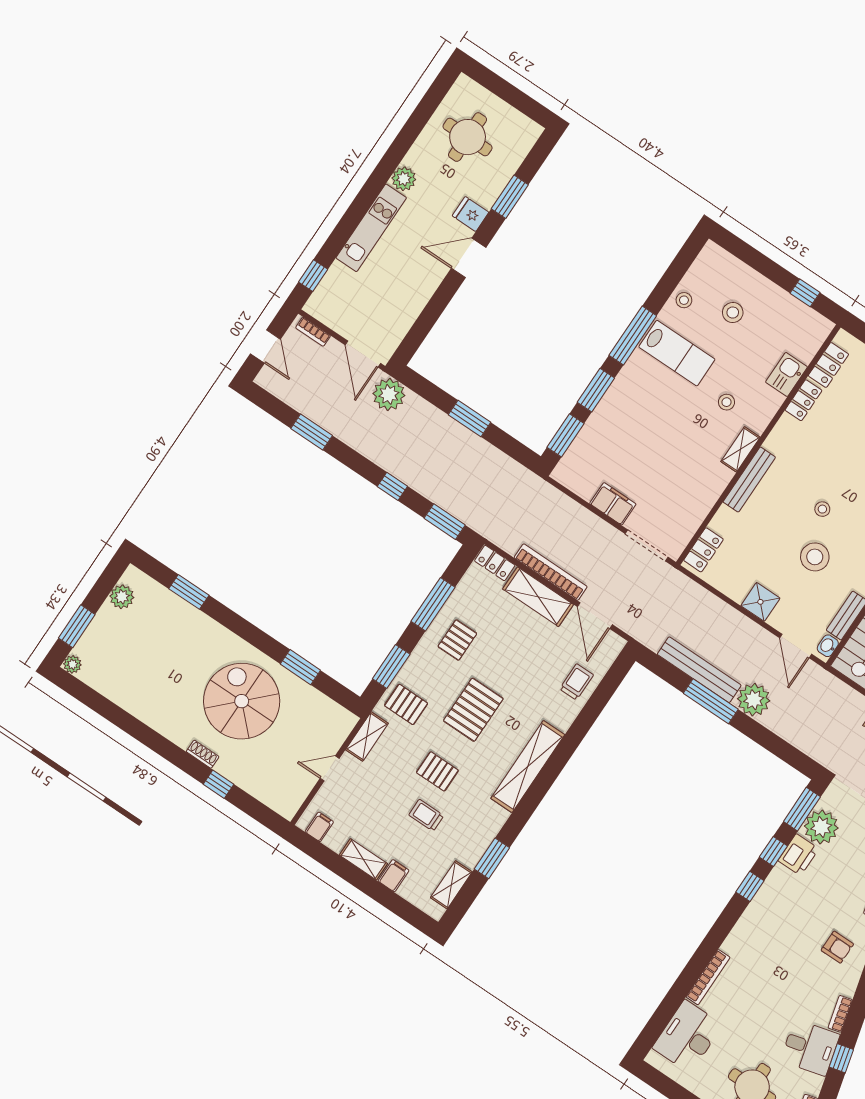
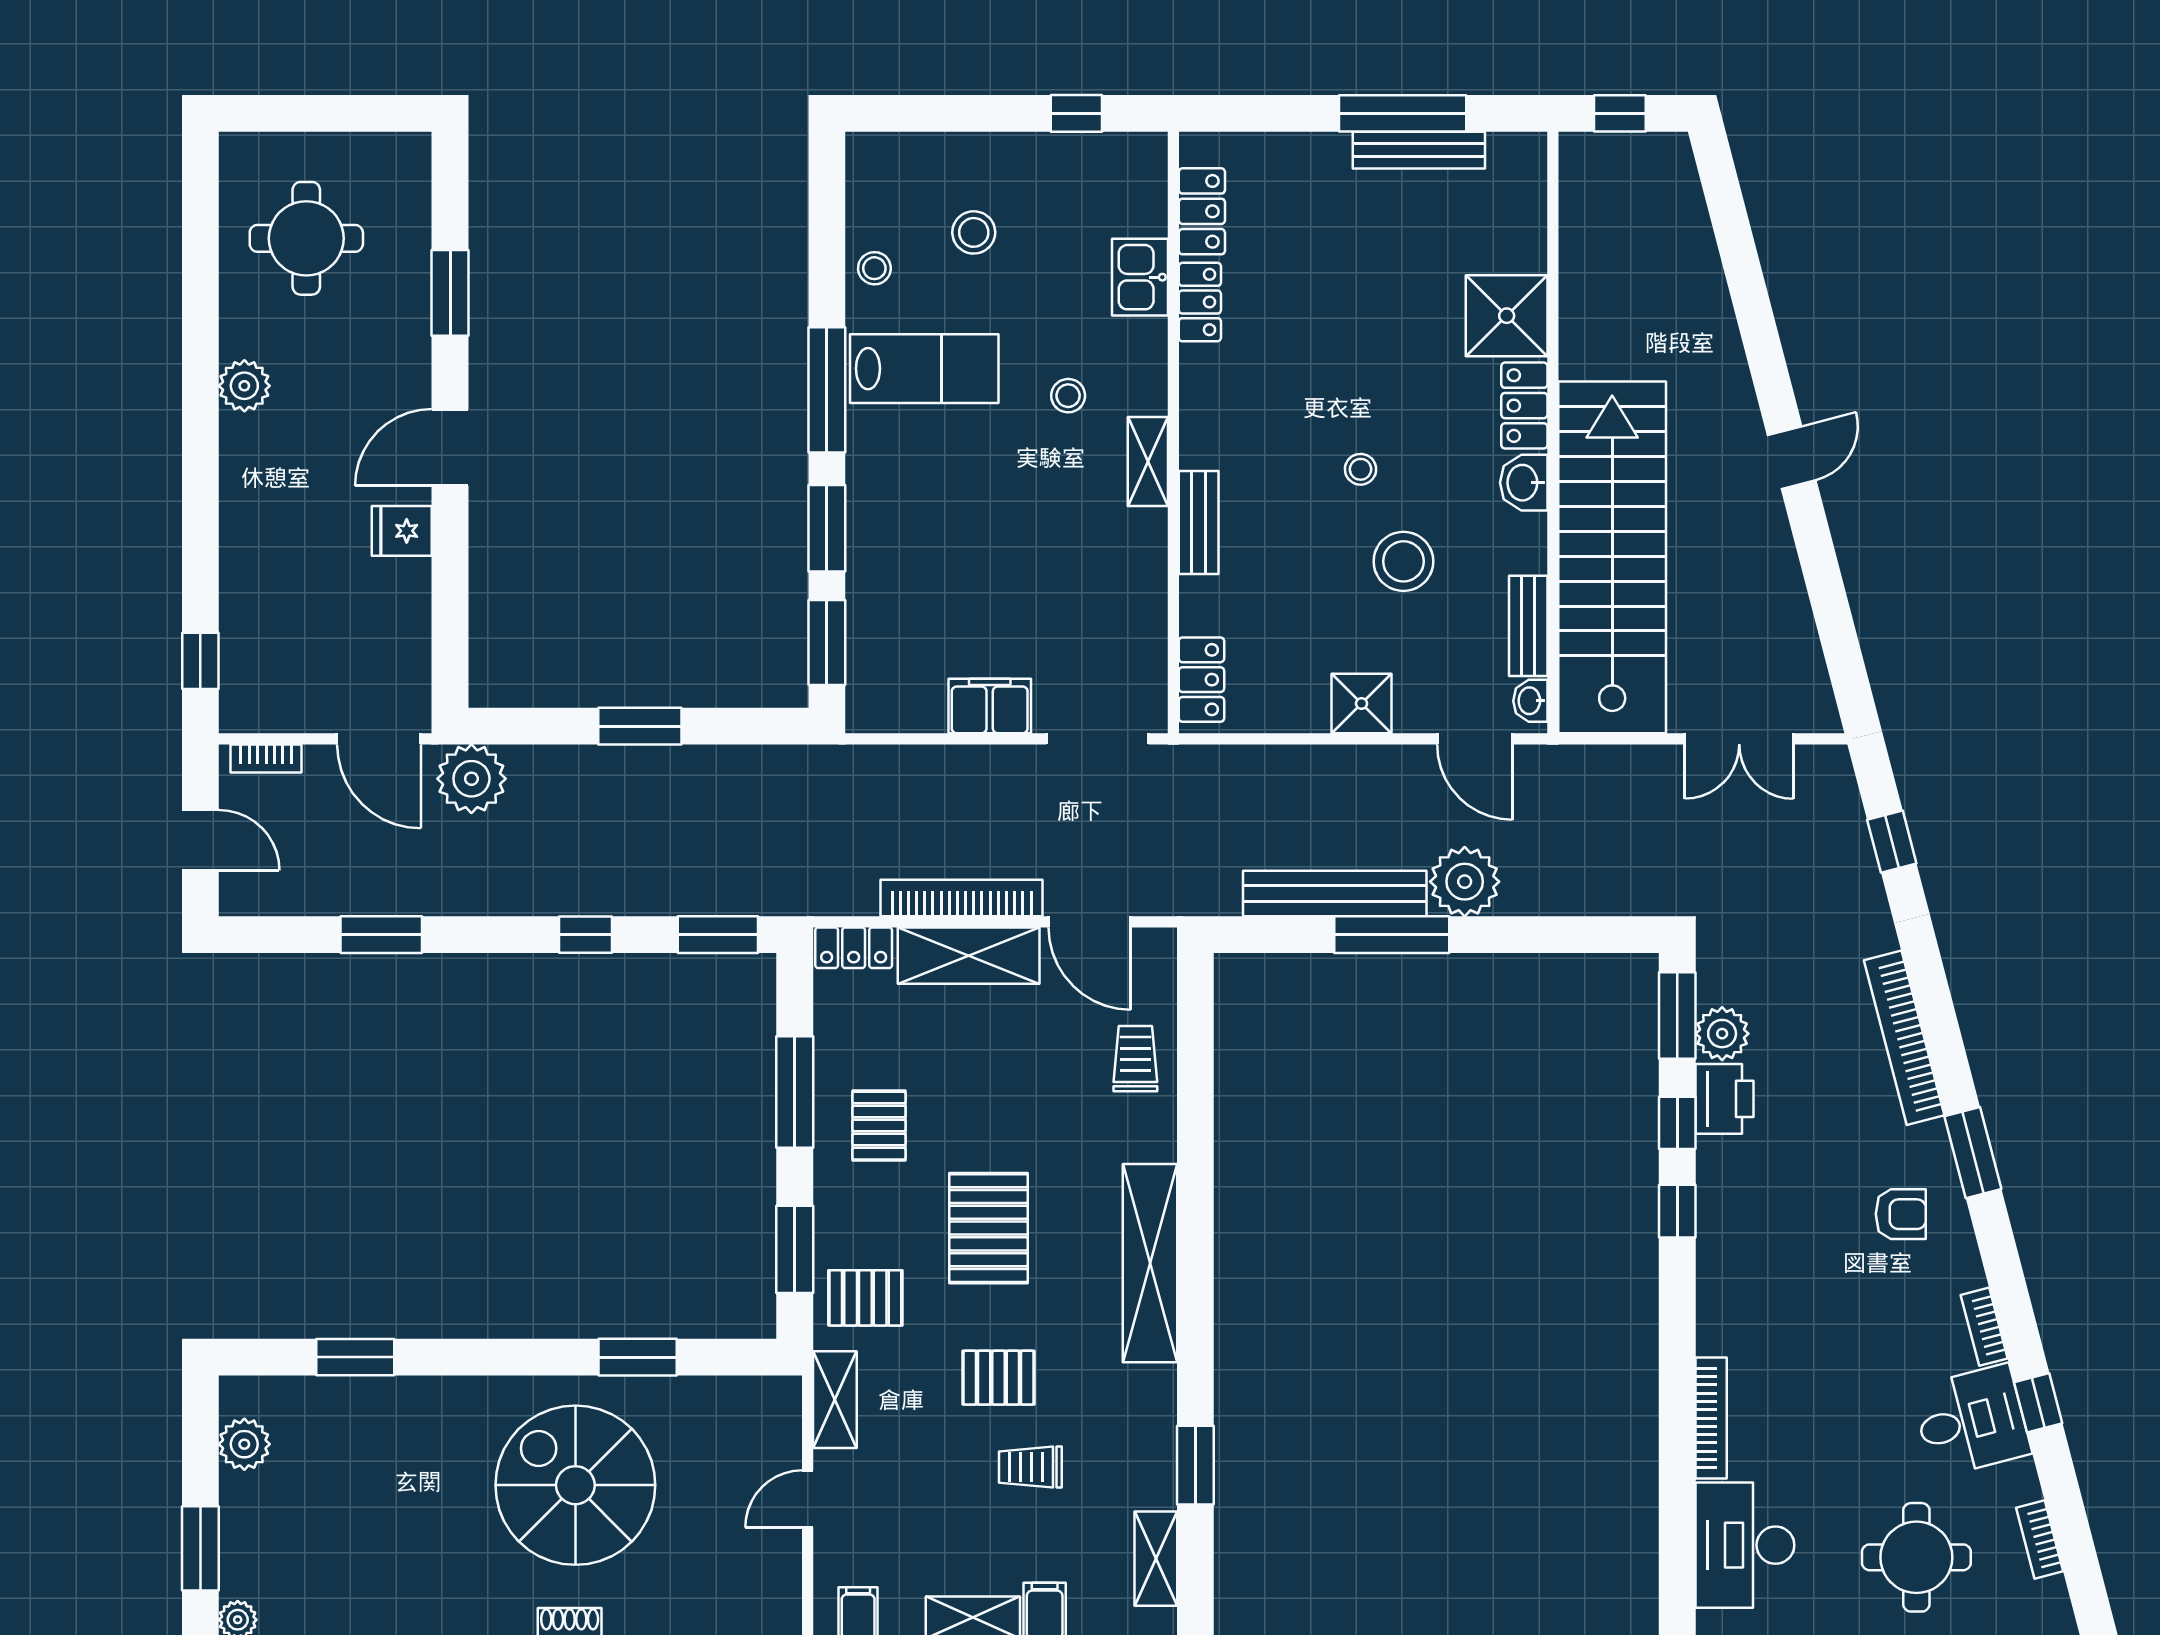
fridge: (471, 214) -> (402, 531), moved
kitchen unit: (371, 228) -> (245, 509), removed
bench: (749, 480) -> (1199, 522), width x0.73
plant: (821, 827) -> (1722, 1034), width x0.73, depth x0.73

